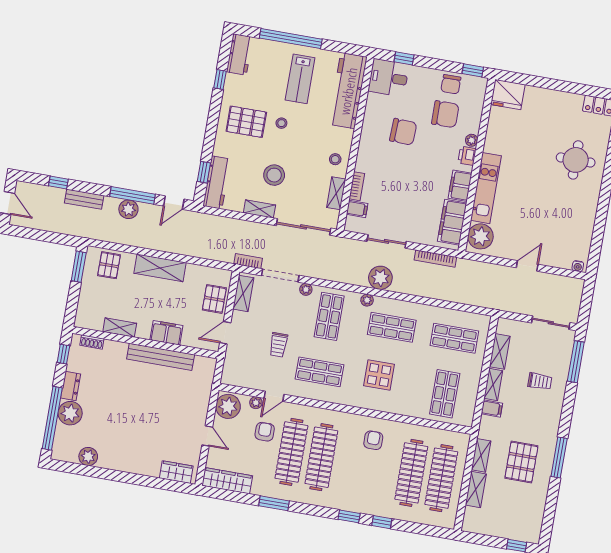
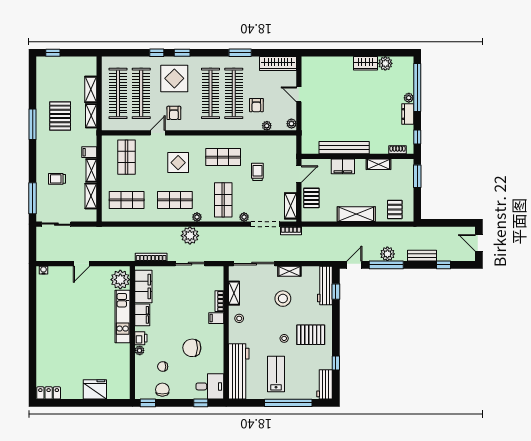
fridge: (508, 95) -> (95, 389), moved
chair: (445, 114) -> (163, 367), width x0.54, depth x0.54
round table: (576, 160) -> (59, 349), removed
filing cabinet: (357, 209) -> (216, 318), moved
window: (79, 267) -> (417, 176), moved
door: (274, 396) -> (158, 133), moved
plant: (228, 406) -> (291, 124), width x0.53, depth x0.53
plant: (70, 413) -> (409, 98), width x0.53, depth x0.53
wardrobe: (176, 472) -> (365, 63), moved
display table: (365, 485) -> (174, 78), added

